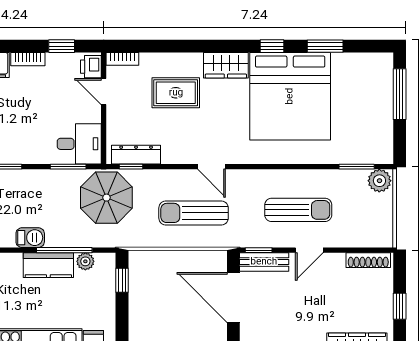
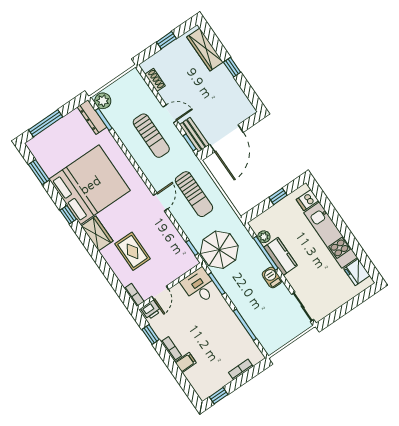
window: (325, 46) -> (39, 172), moved
dresser: (136, 155) -> (92, 117), moved
sun lounger: (298, 210) -> (151, 136), turned 180
shoe rack: (368, 260) -> (155, 80), width x0.70
window: (122, 280) -> (278, 196), moved

